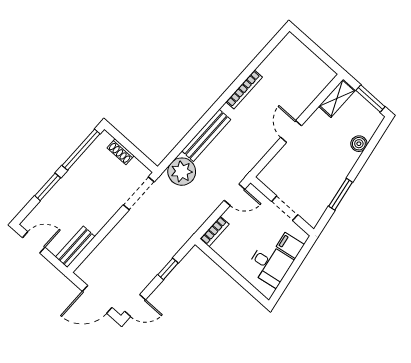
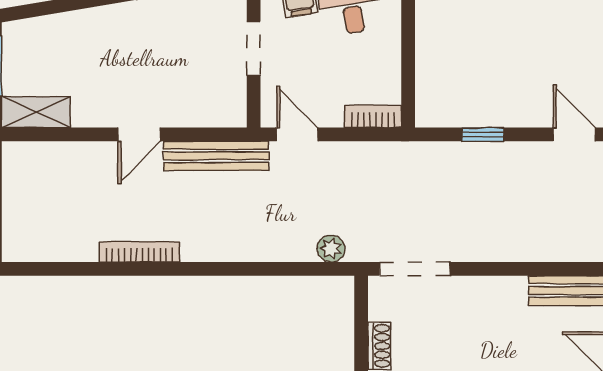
bench: (206, 135) -> (216, 156), moved
boiler: (359, 144) -> (72, 26), removed
plant: (182, 172) -> (331, 249), width x0.53, depth x0.53

